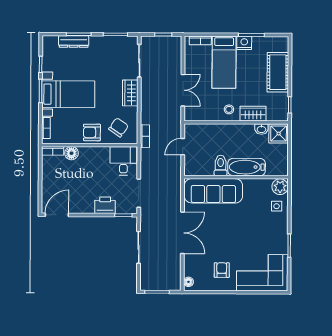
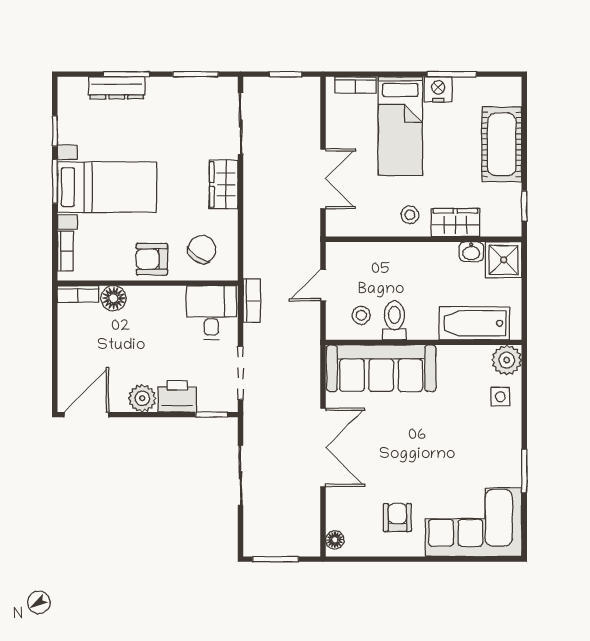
bookcase: (145, 136) -> (252, 301), moved
stool: (203, 163) -> (361, 315), added
bathtub: (247, 167) -> (474, 323), moved
plant: (87, 206) -> (142, 398), added

